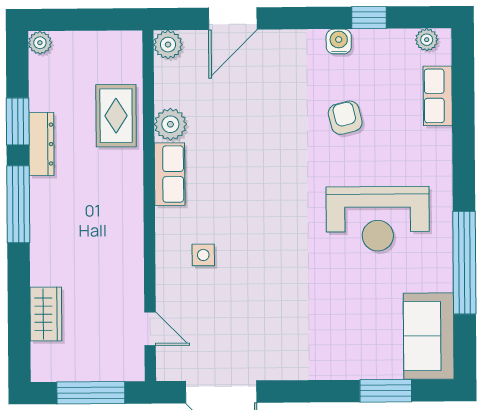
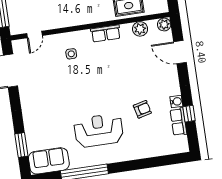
plant: (427, 40) -> (183, 141), removed
row of seats: (438, 96) -> (179, 122), moved, turned -90
plant: (170, 124) -> (140, 29), moved
reception desk: (378, 219) -> (99, 130), turned 90

